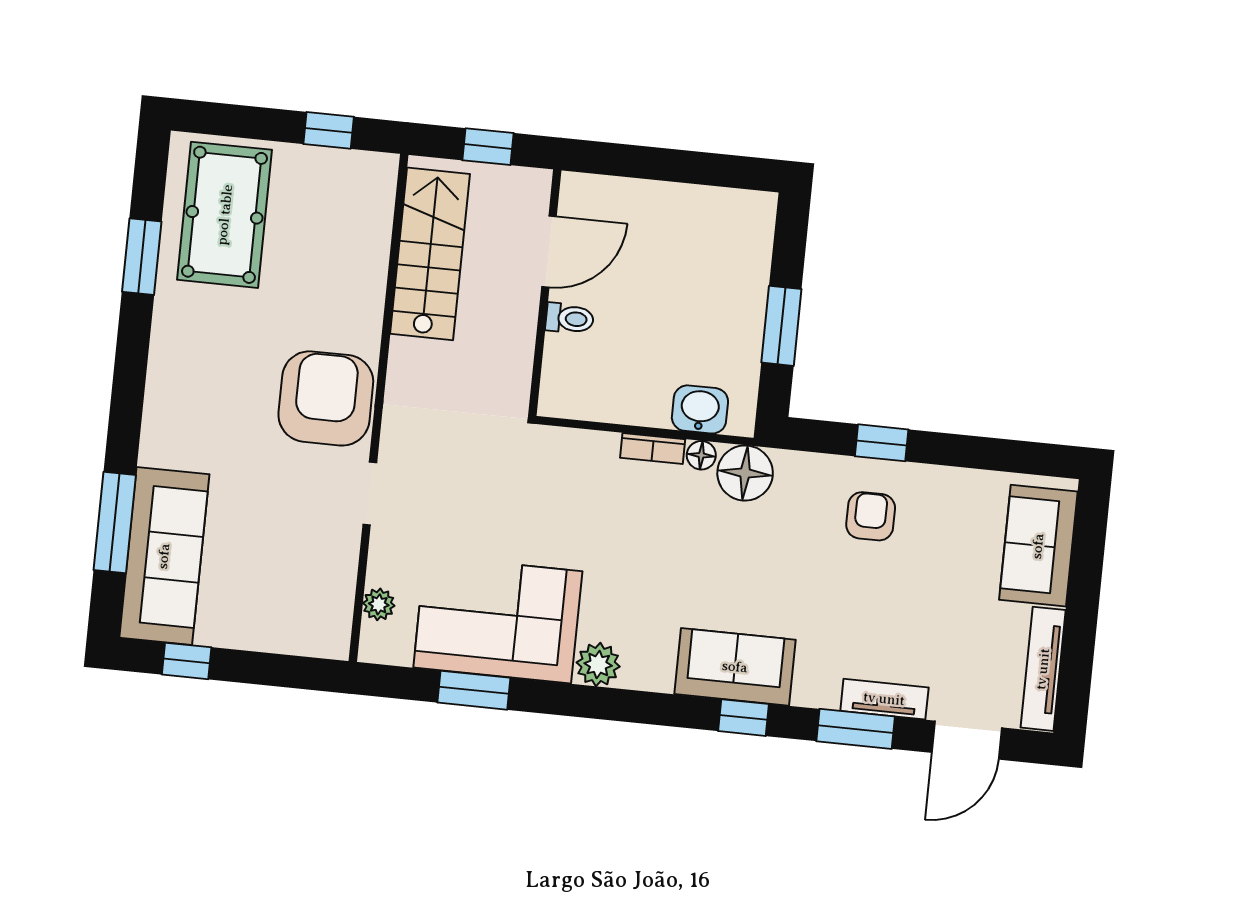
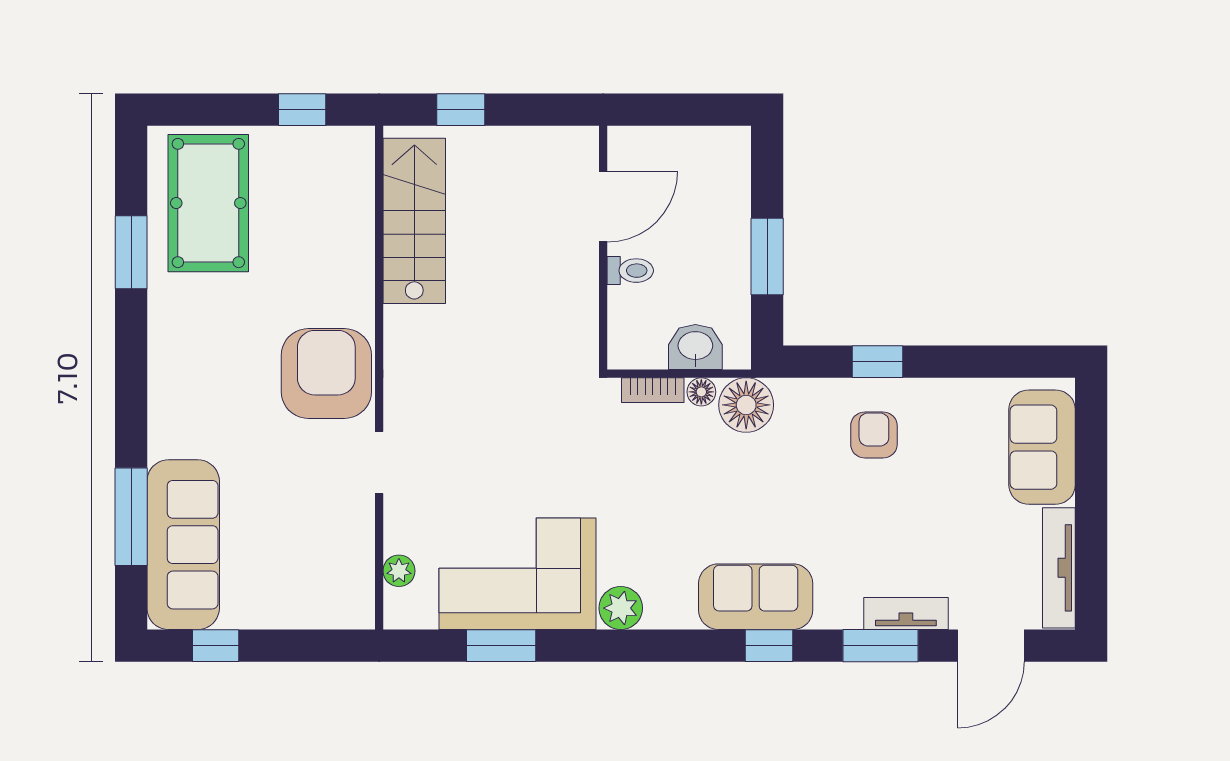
door: (549, 252) -> (603, 207), moved
wall: (545, 293) -> (603, 248), moved
toilet: (570, 319) -> (630, 271), moved

